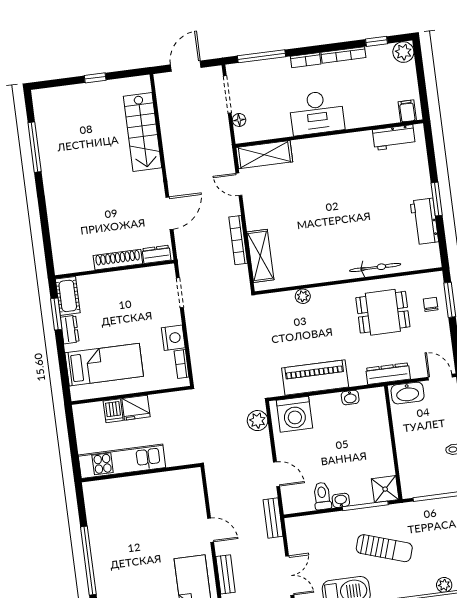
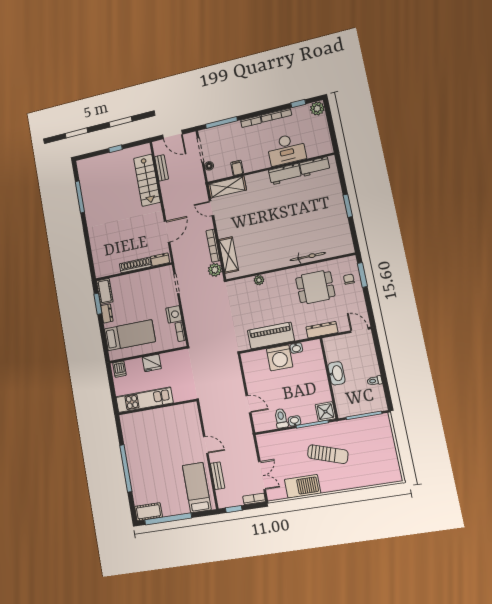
door: (186, 66) -> (173, 135), swing flipped
filing cabinet: (407, 111) -> (237, 168), moved
desk: (317, 113) -> (286, 149), moved
workbench: (424, 221) -> (285, 174), moved, turned -90
washbasin: (408, 393) -> (336, 373), moved, turned -90
dishwasher: (113, 411) -> (119, 369), moved
washing machine: (294, 414) -> (280, 358), moved
plant: (258, 421) -> (215, 270), moved
bench: (273, 518) -> (162, 168), moved
plant: (444, 585) -> (373, 480), removed

